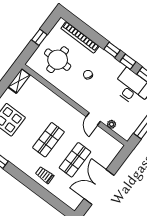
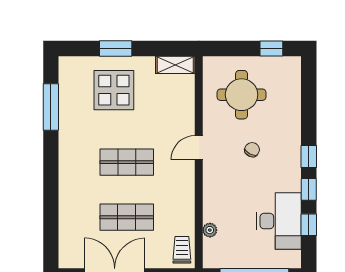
window: (39, 37) -> (271, 48), moved
bookcase: (80, 37) -> (293, 102), removed
door: (93, 119) -> (199, 148), moved
trolley: (45, 175) -> (182, 250), moved

